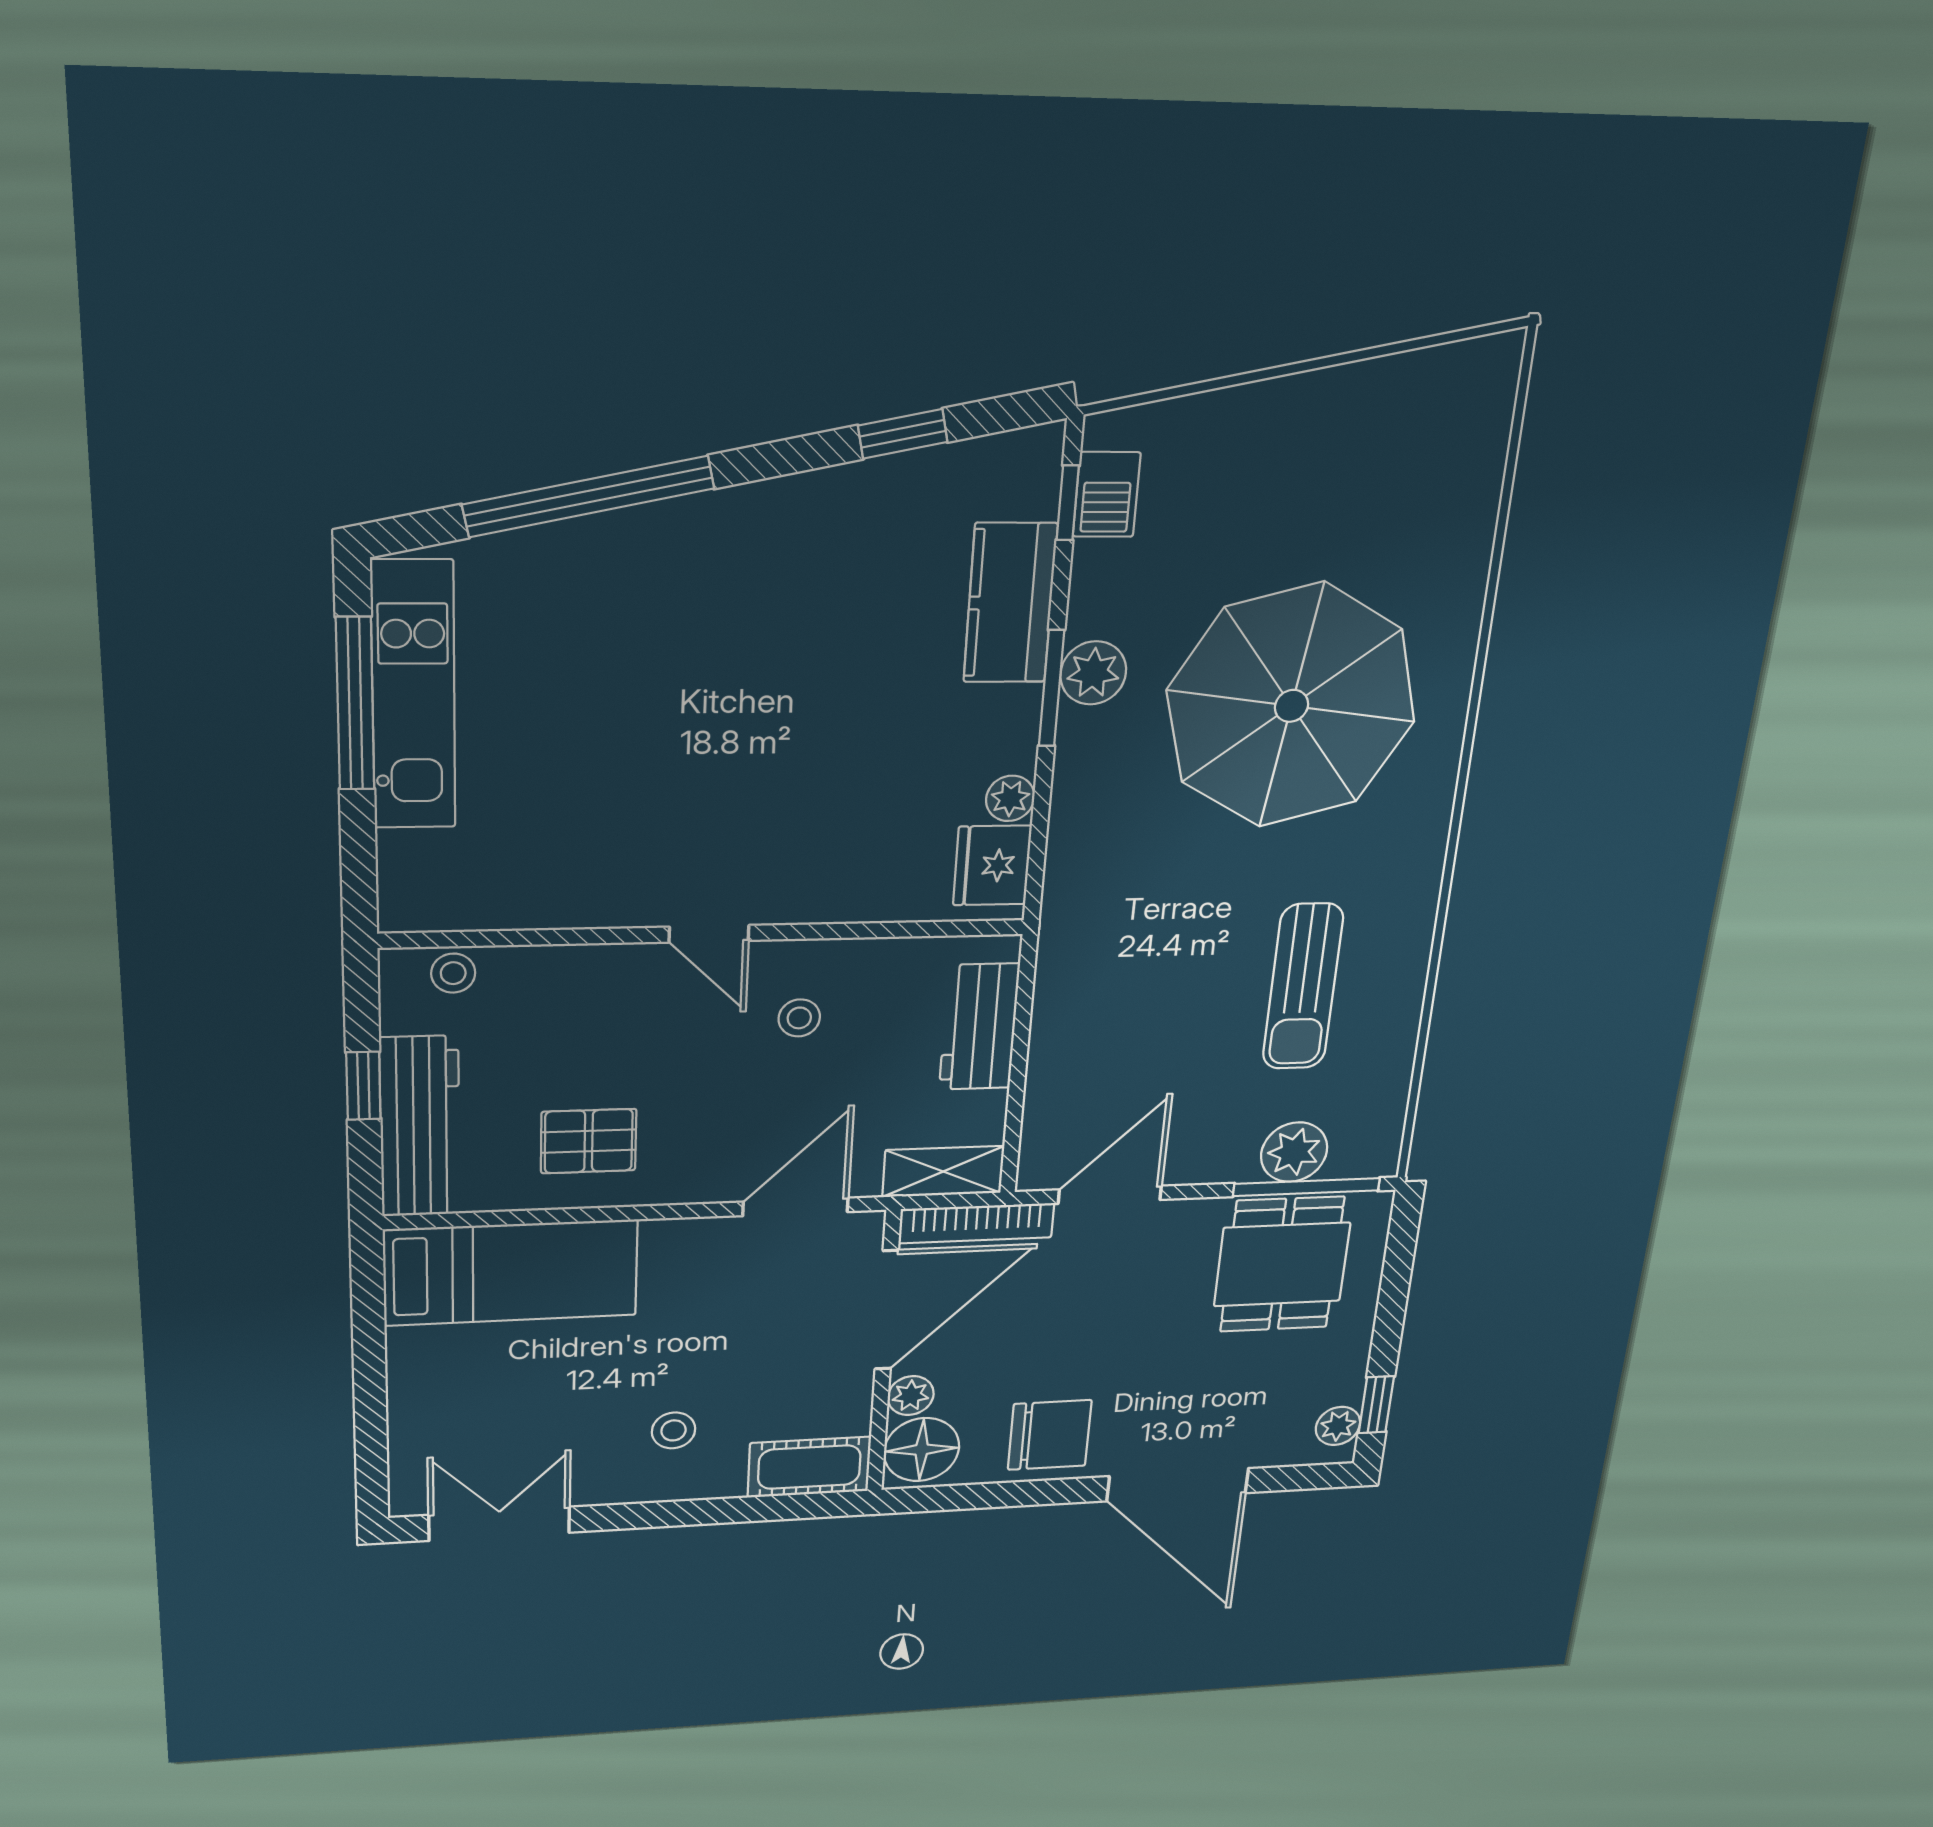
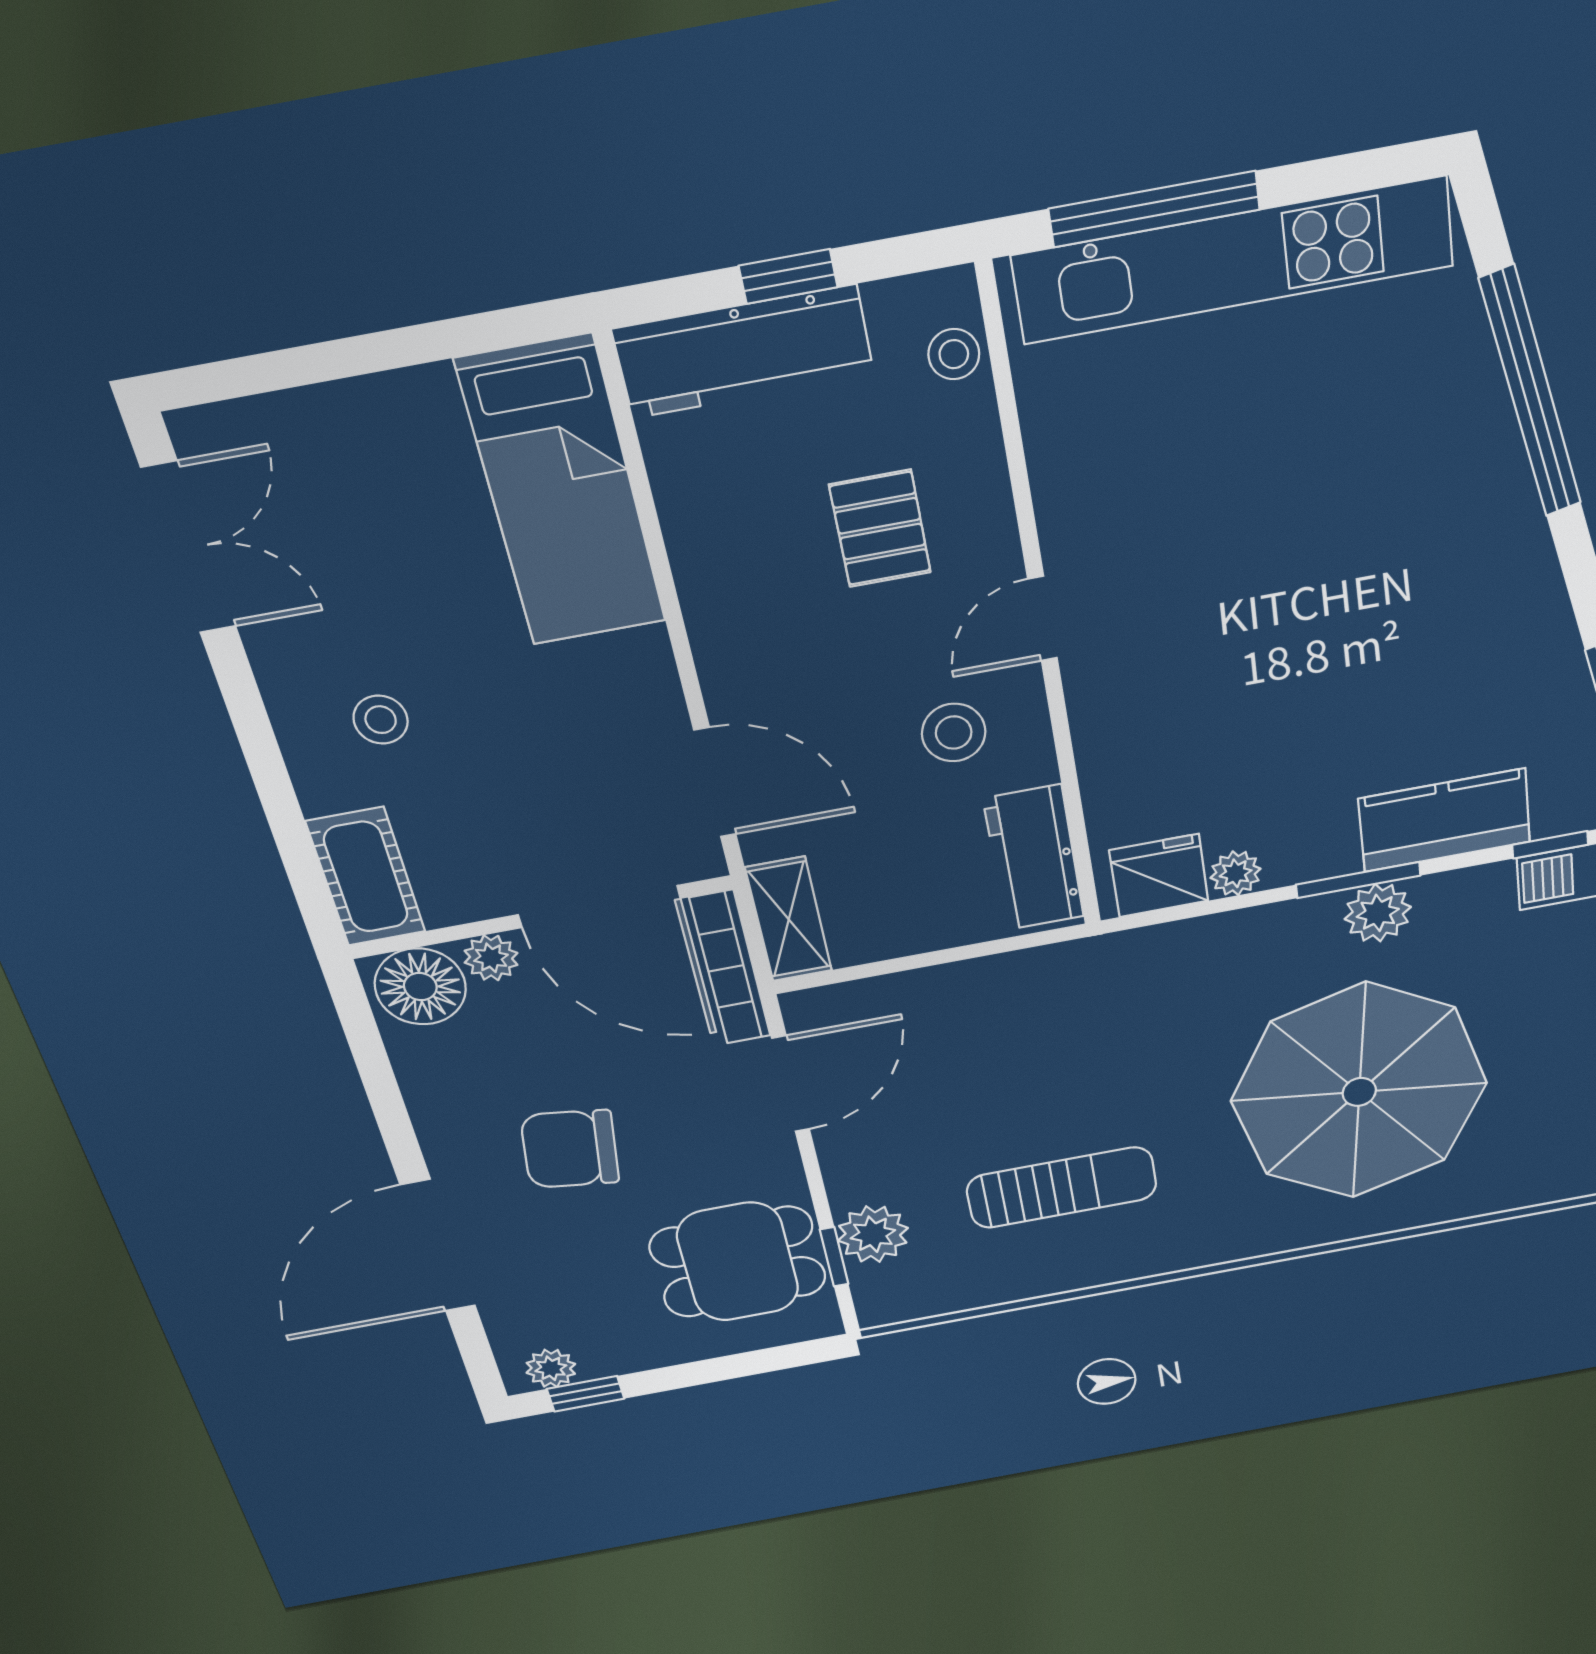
kitchen unit: (413, 696) -> (1234, 261), width x1.36
window: (355, 704) -> (1154, 209), moved
sun lounger: (1303, 987) -> (1062, 1188), turned 180
stool: (799, 1018) -> (954, 733), width x1.37, depth x1.37
workbench: (979, 1027) -> (1034, 858), moved, turned -90
pallet: (589, 1141) -> (880, 529), moved
window: (1307, 1187) -> (834, 1257), width x0.46
door: (1110, 1195) -> (791, 1084), hinge flipped
chair: (1050, 1435) -> (570, 1149), moved, turned 98

